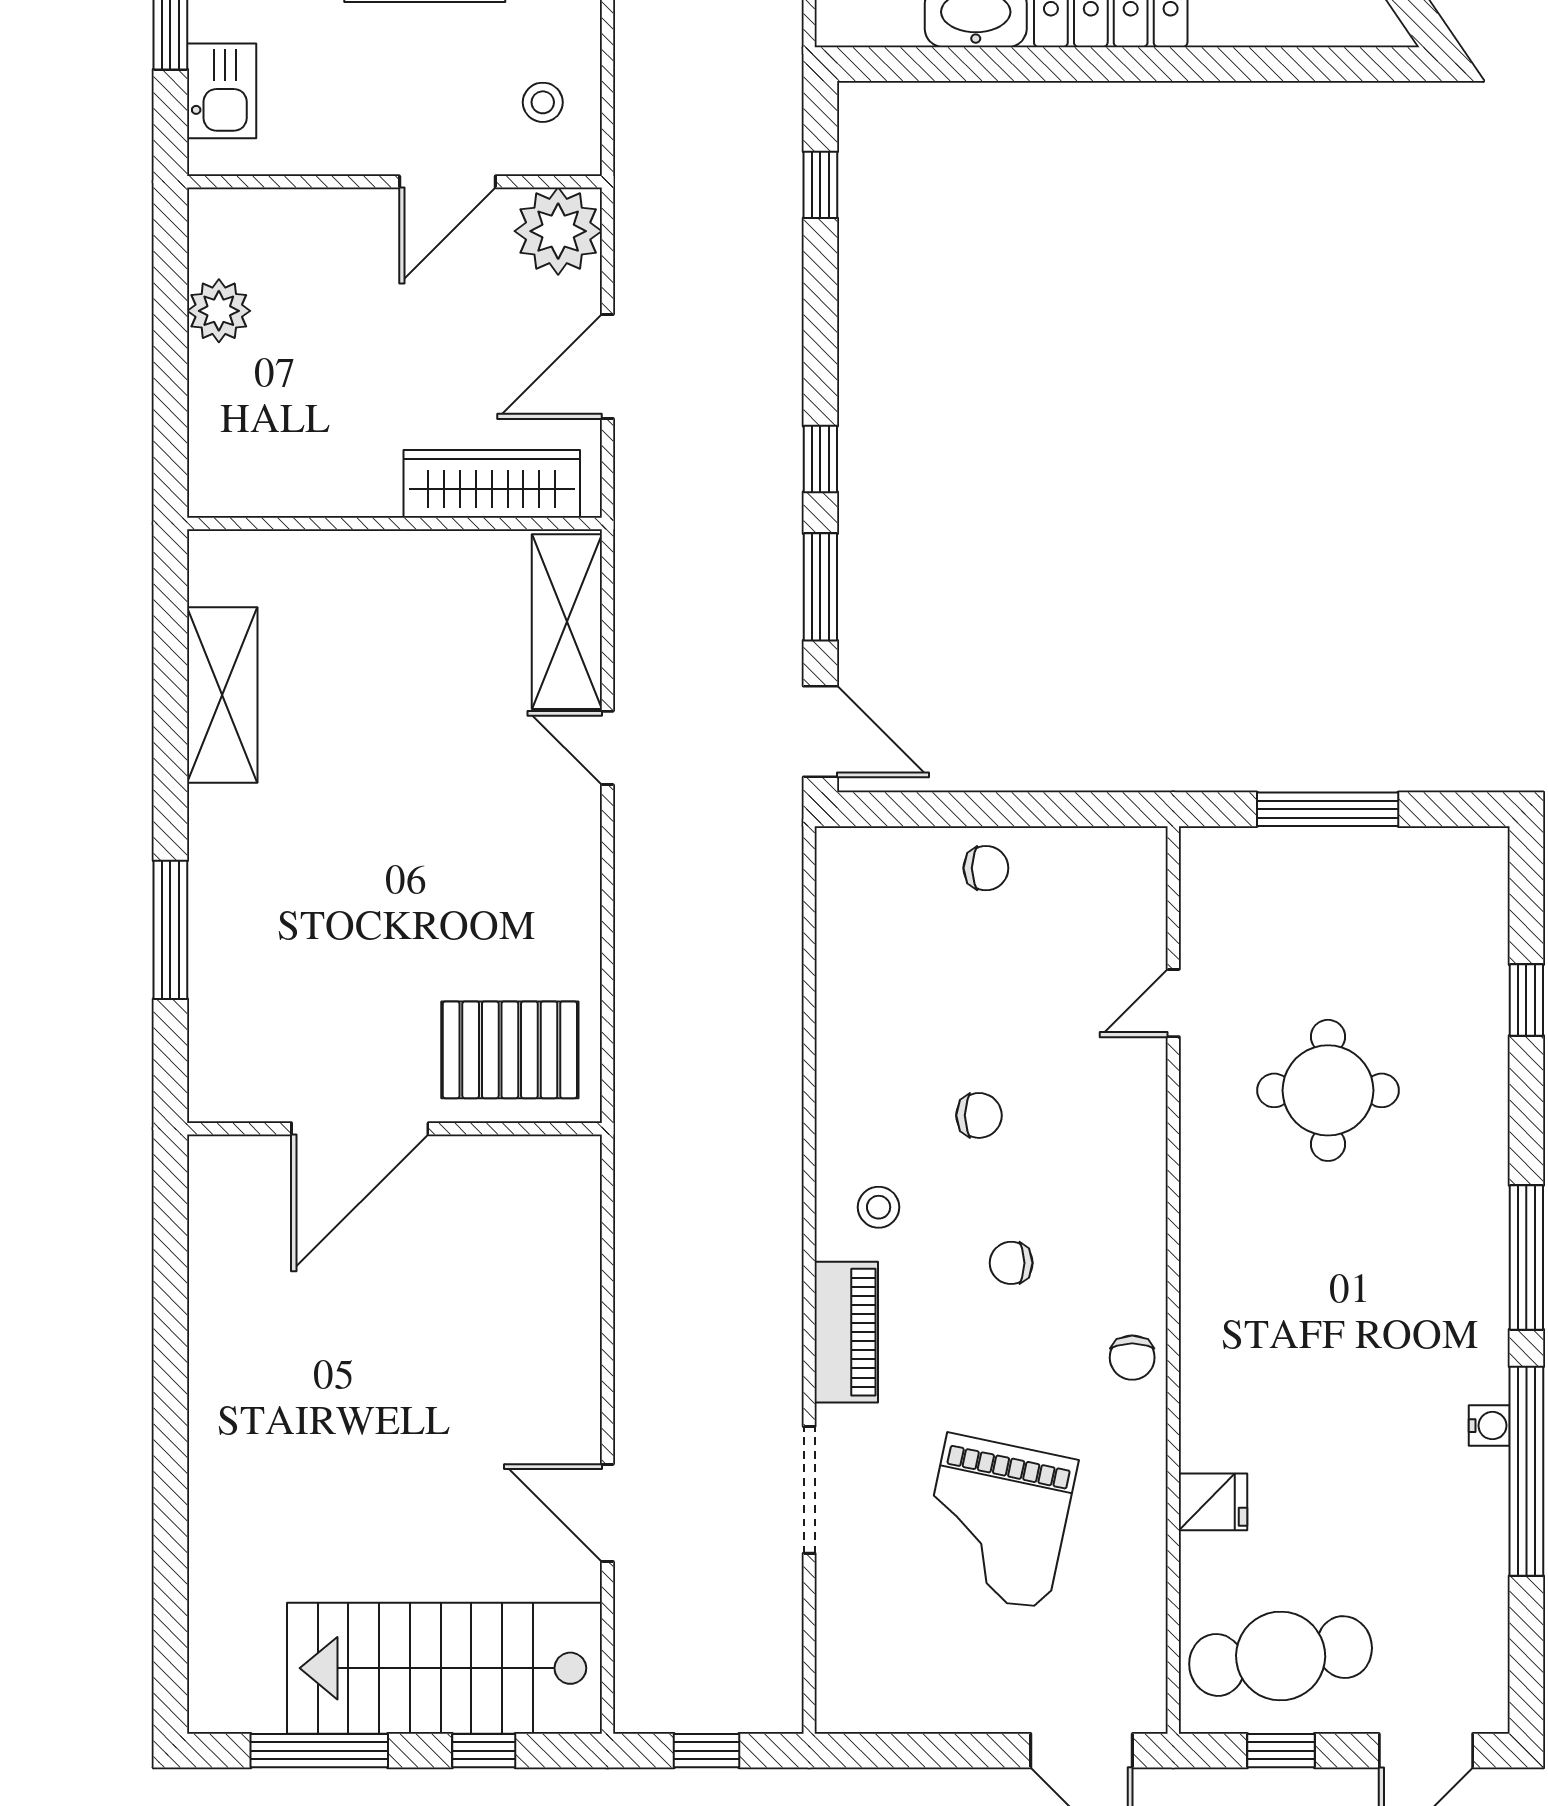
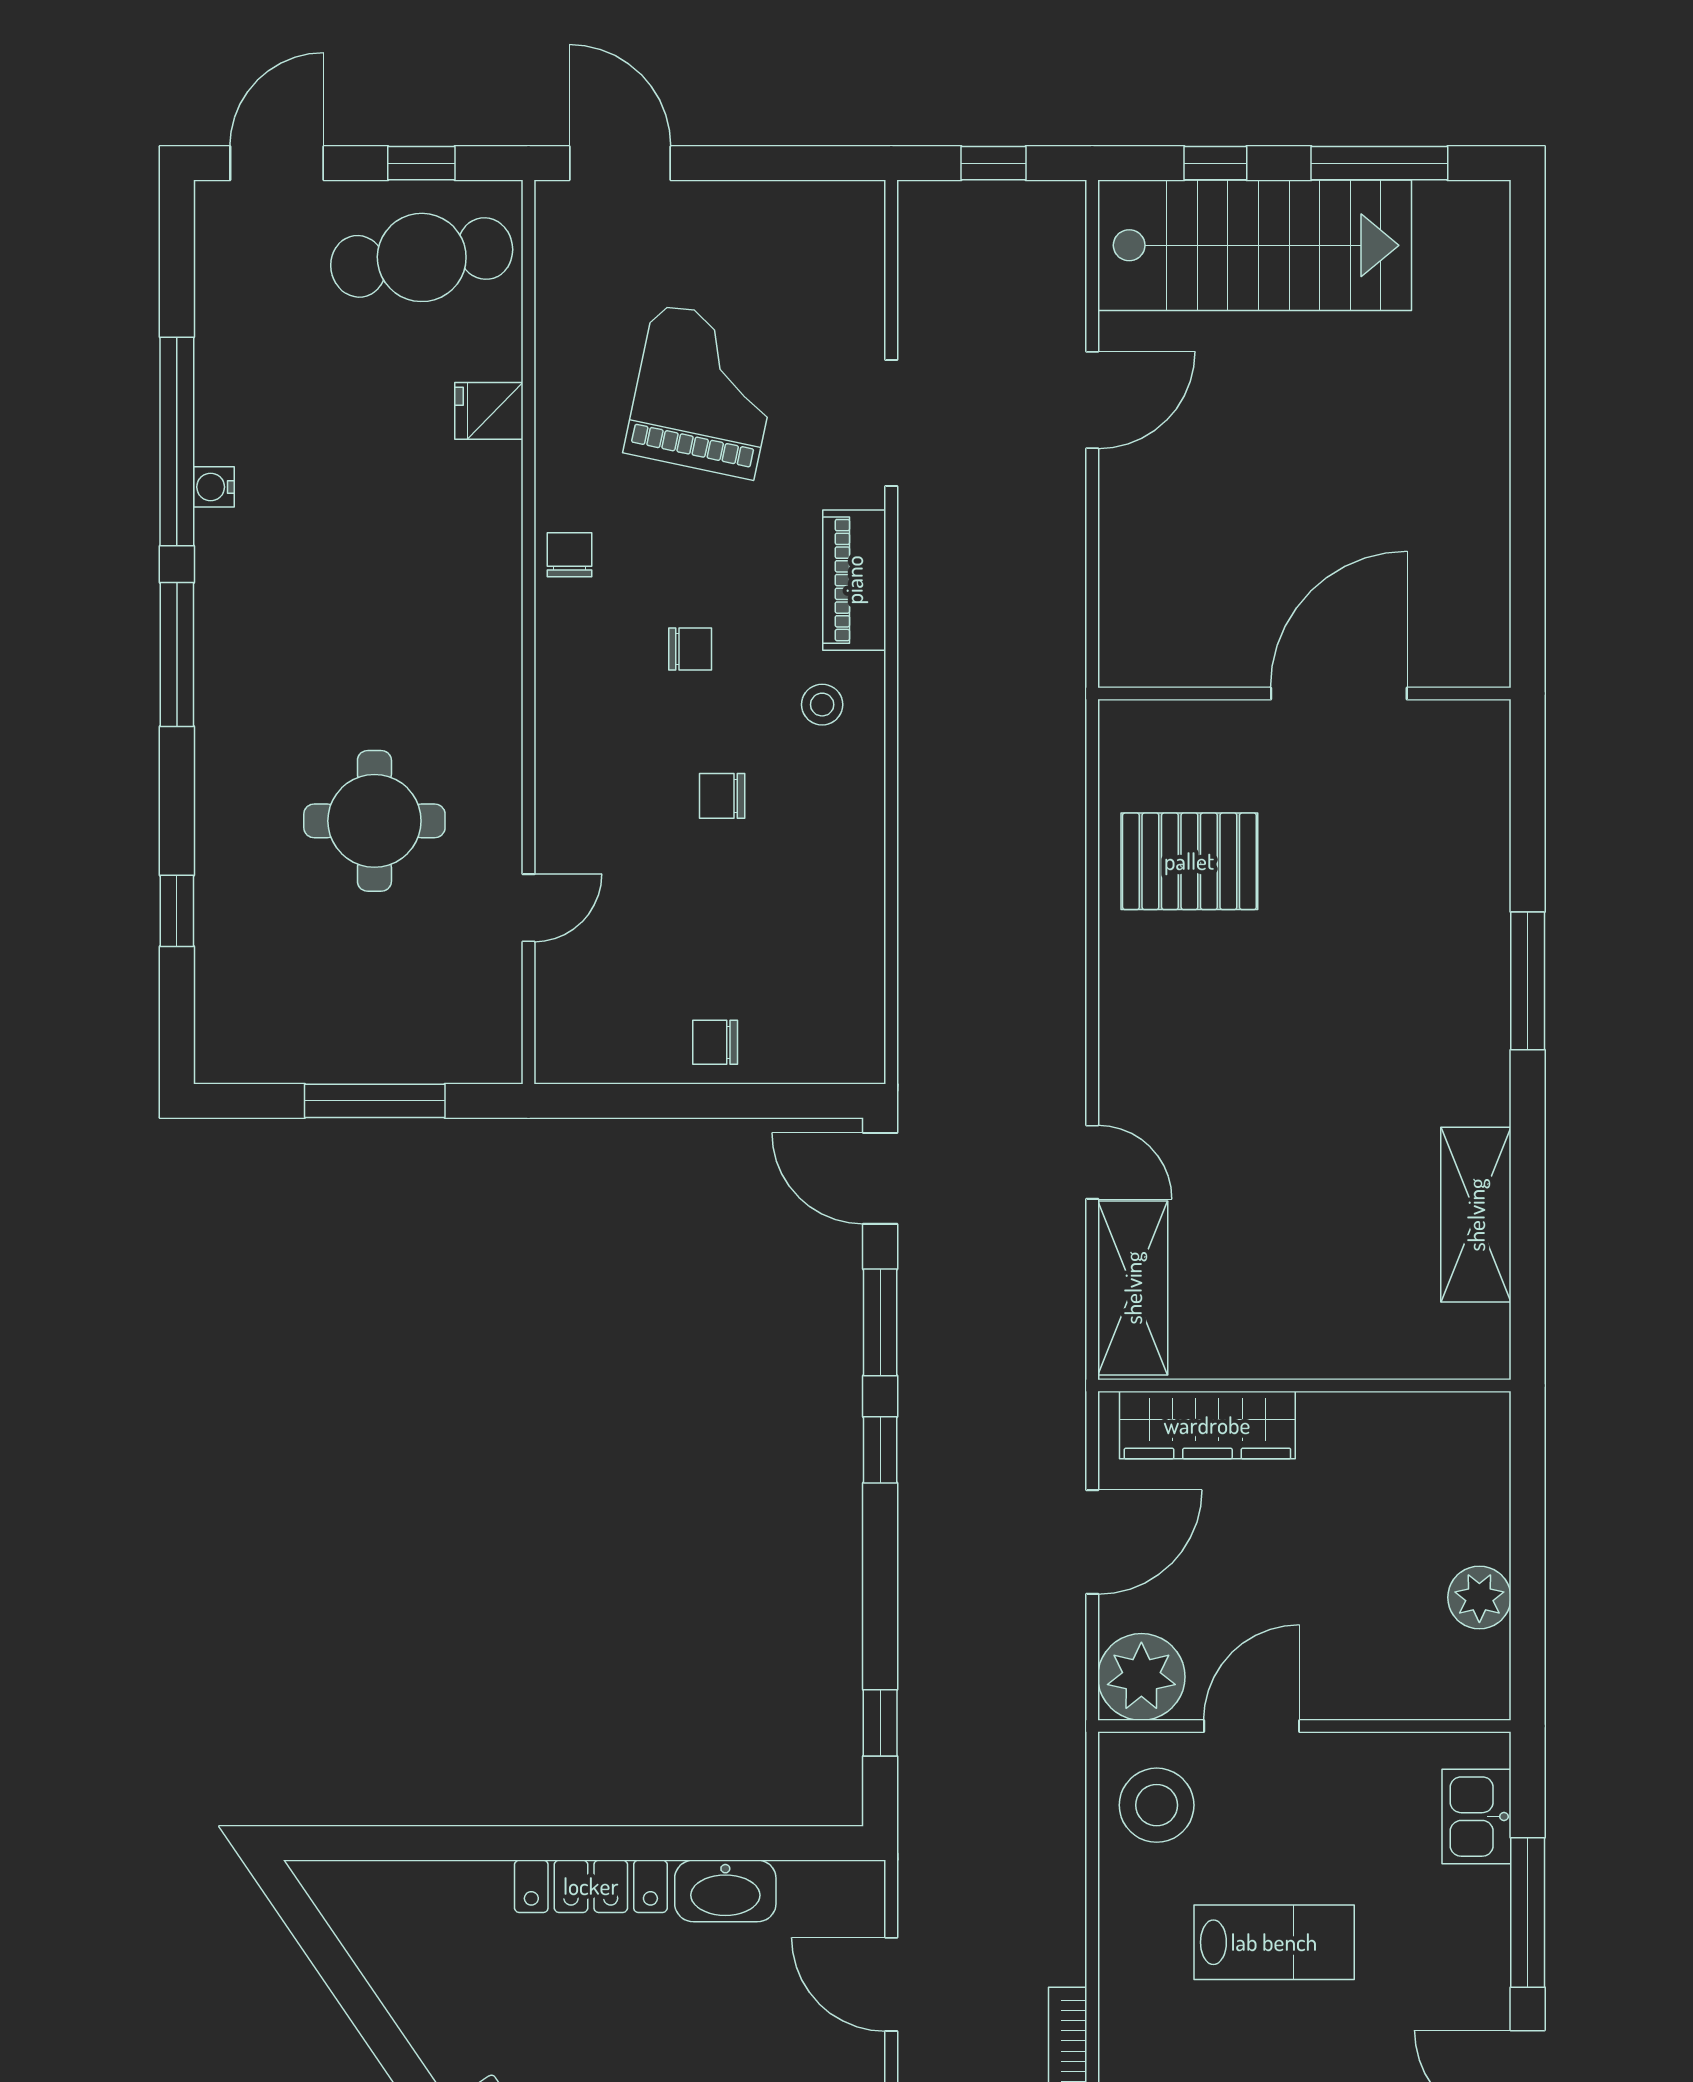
stool: (543, 102) -> (1157, 1805), width x1.89, depth x1.89
door: (360, 1129) -> (1339, 693), moved
wall: (394, 1129) -> (1304, 693), moved
door: (607, 1513) -> (1092, 400), hinge flipped

